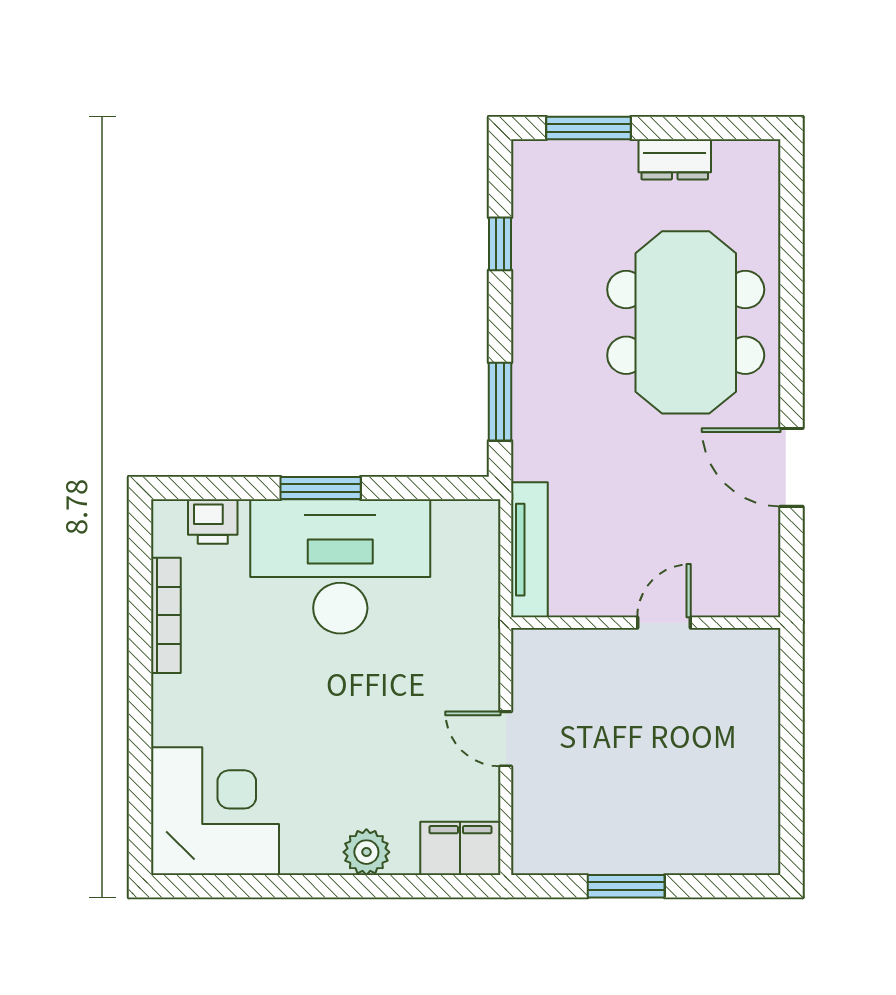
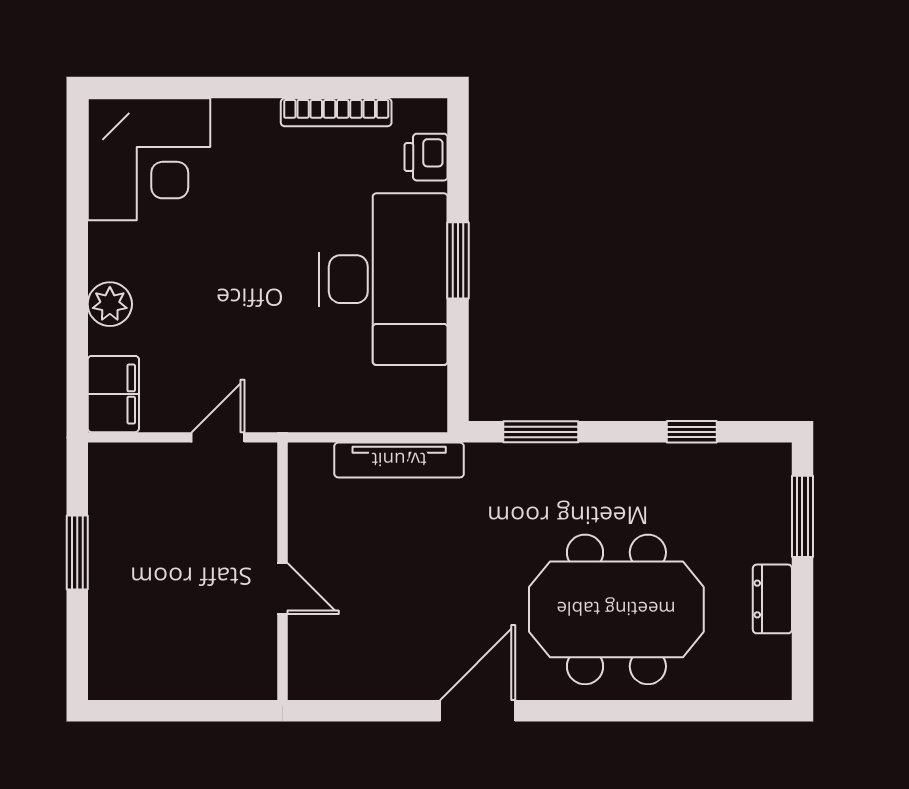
wall: (646, 623) -> (283, 571), moved
door: (664, 623) -> (283, 589), moved

